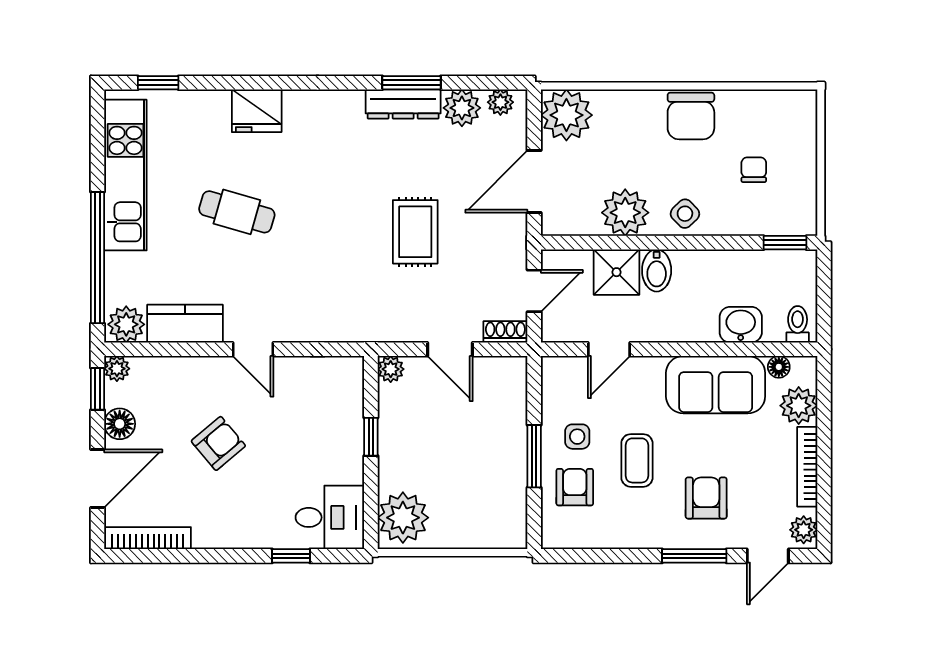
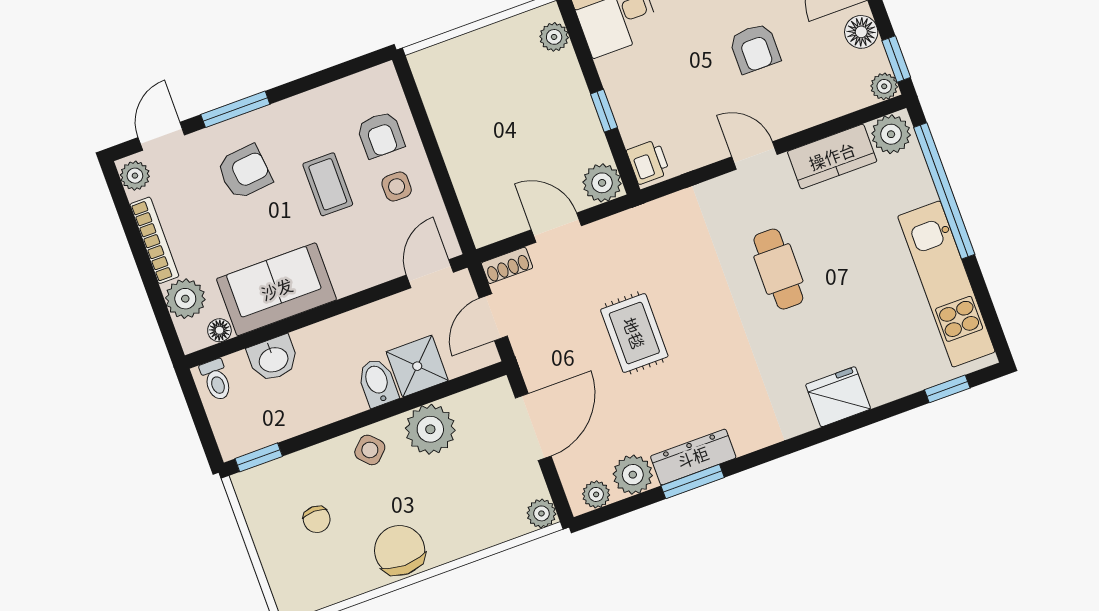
plant: (566, 115) -> (541, 513), width x0.53, depth x0.53
cafe table: (237, 212) -> (778, 269), moved, turned 74
door: (609, 349) -> (430, 274), moved
plant: (391, 369) -> (602, 183), width x1.38, depth x1.38
printer: (348, 378) -> (648, 162), added
armchair: (218, 443) -> (755, 48), turned -50
window: (534, 456) -> (433, 151), removed
armchair: (706, 498) -> (244, 172), turned -96
plant: (403, 518) -> (554, 37), width x0.53, depth x0.53

